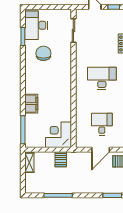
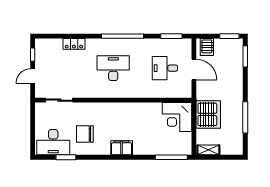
desk: (102, 78) -> (113, 68), turned 90
filing cabinet: (31, 104) -> (122, 148), moved
server rack: (61, 159) -> (208, 114), width x2.18, depth x1.44

